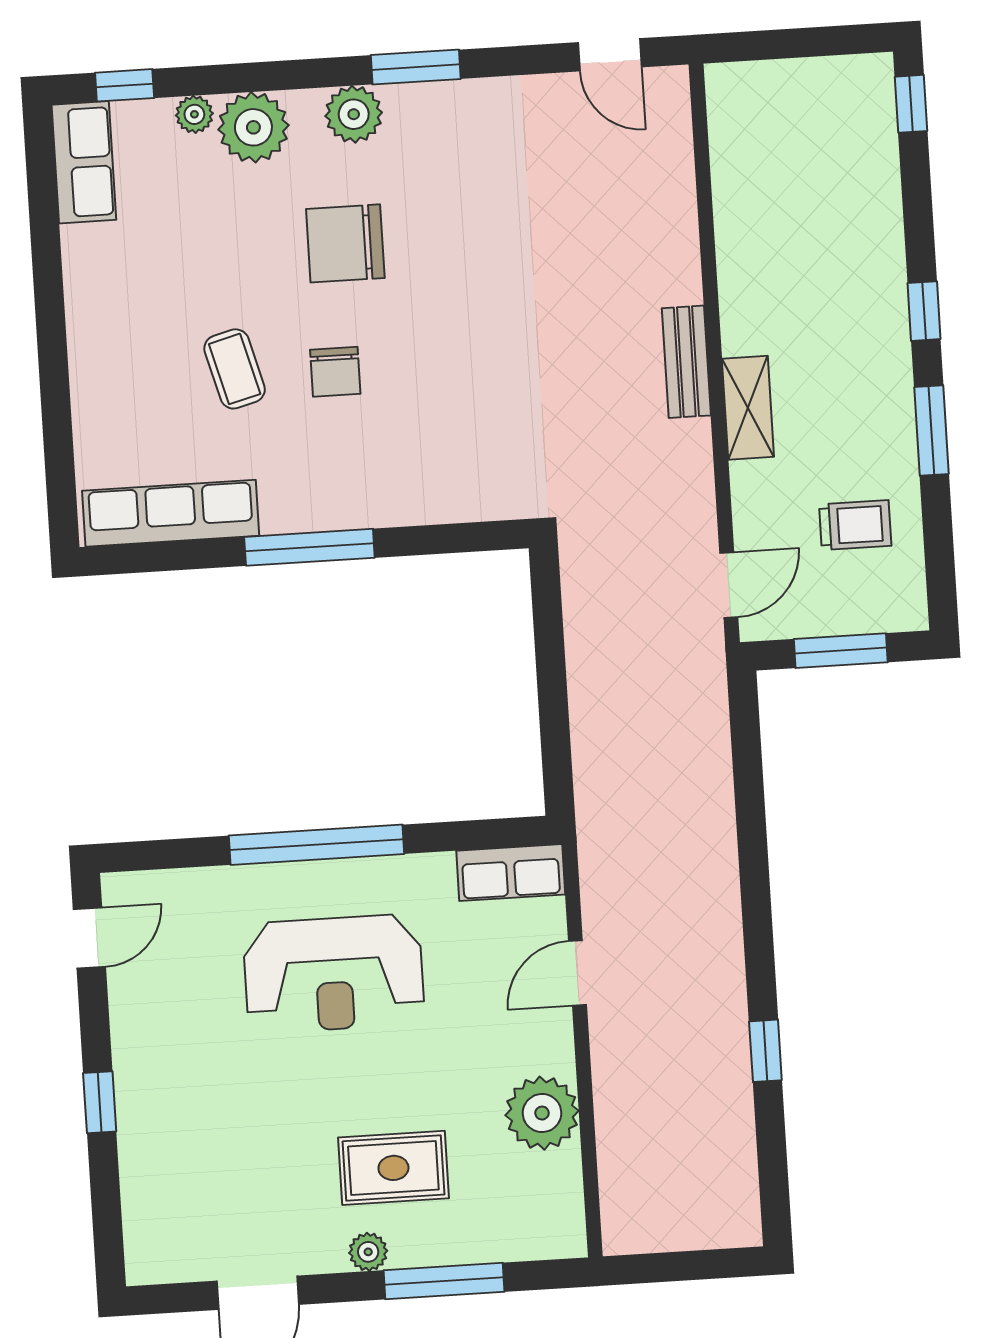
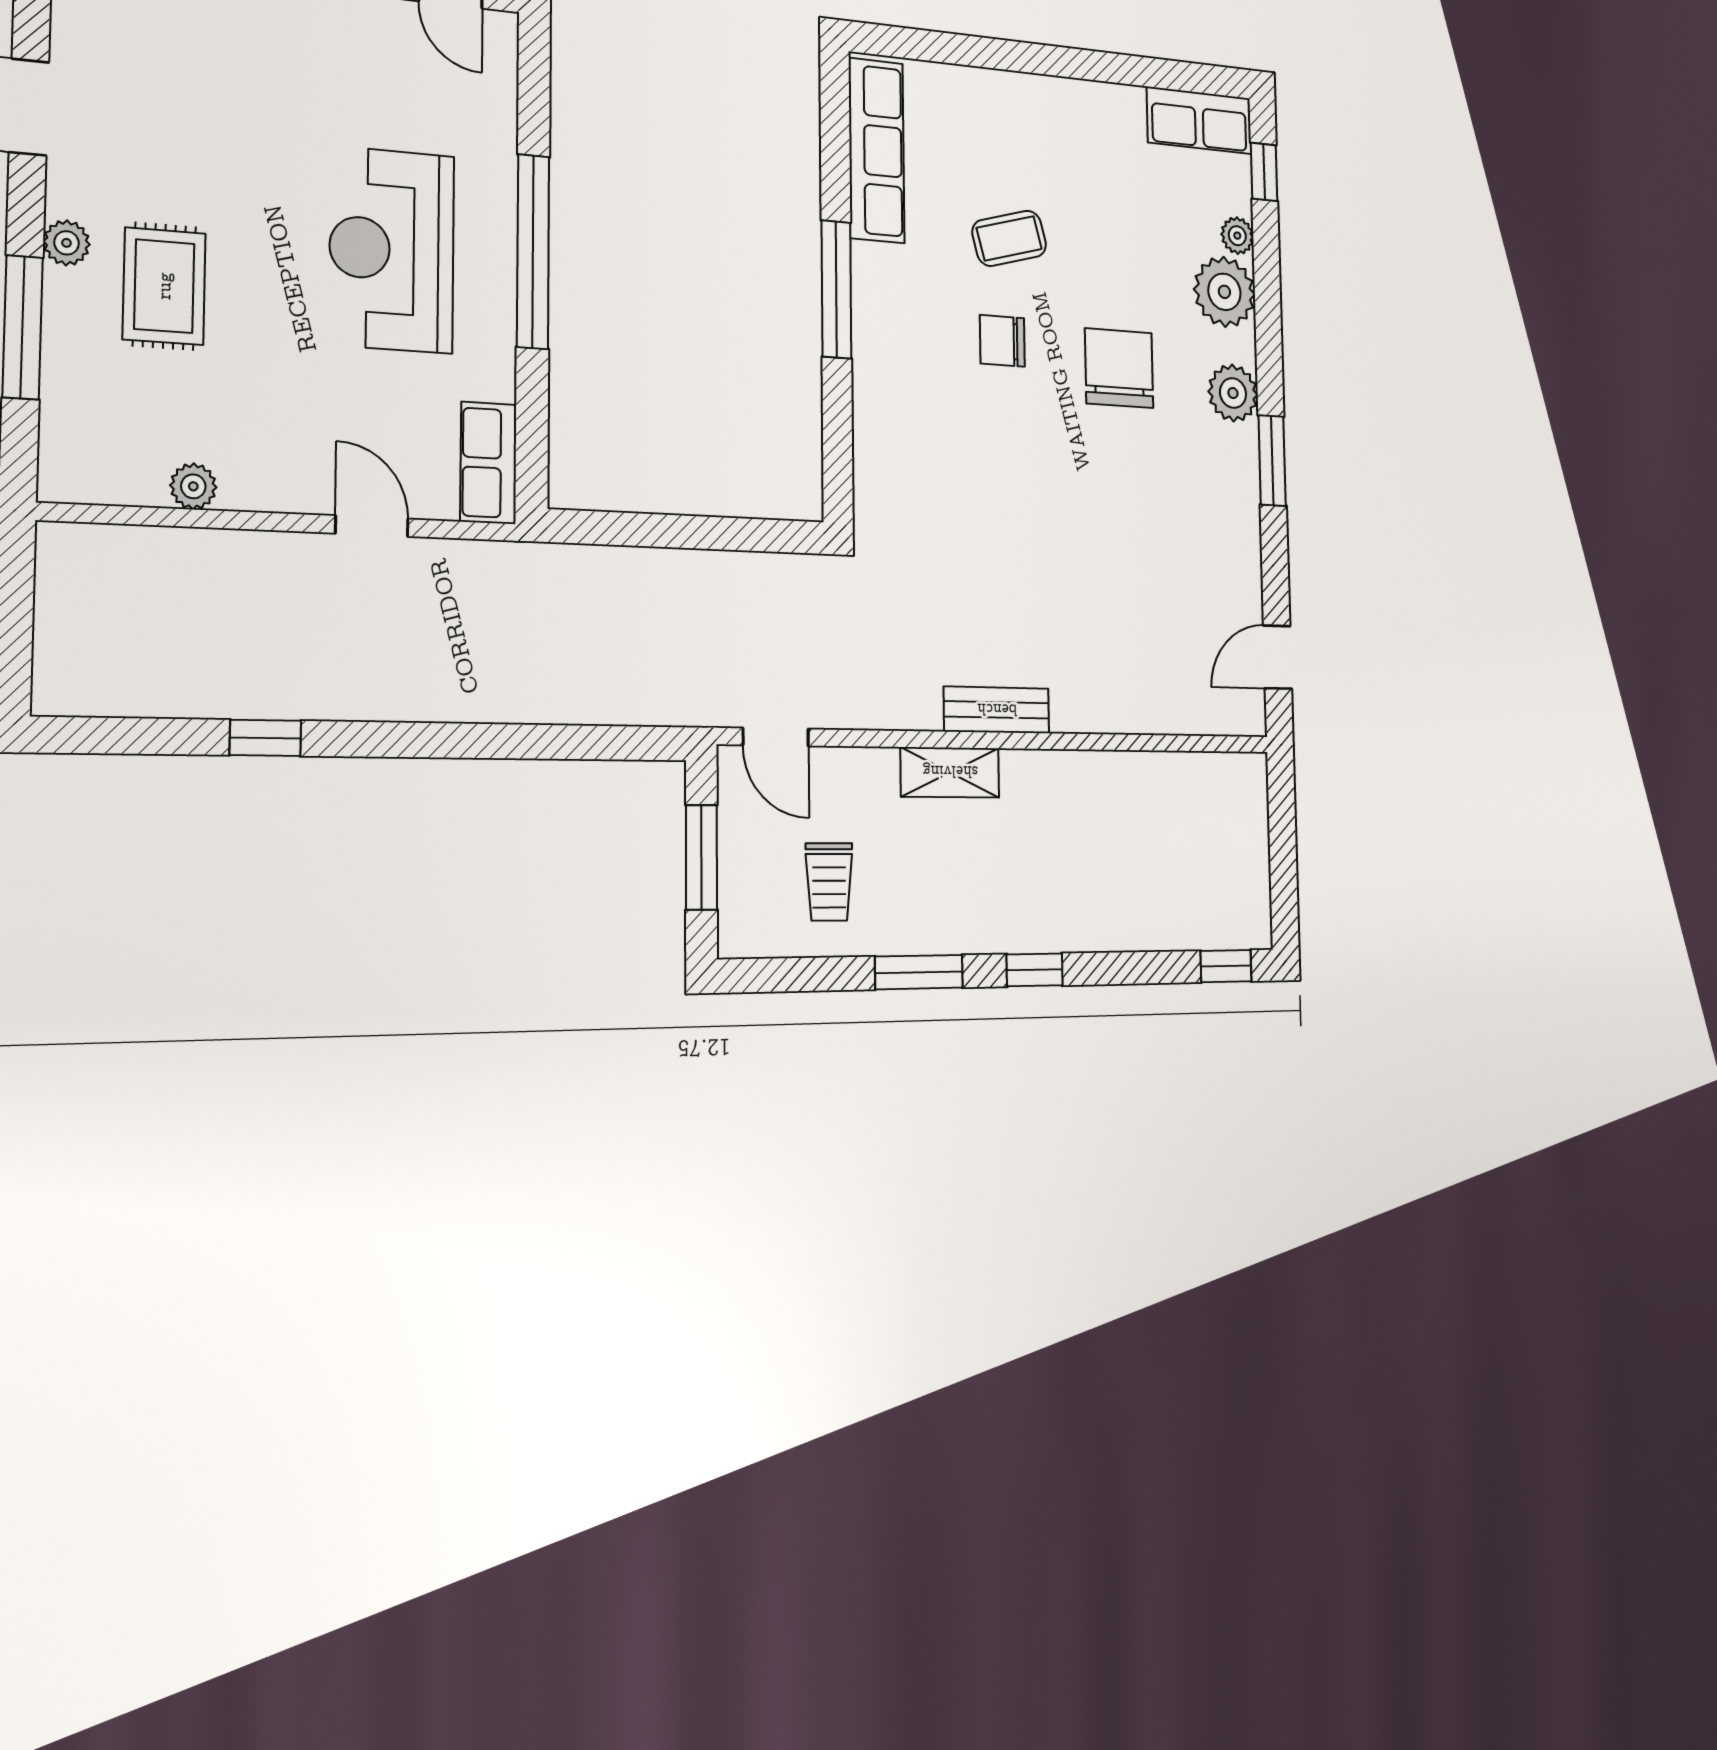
plant: (542, 1113) -> (193, 486), width x0.53, depth x0.53

